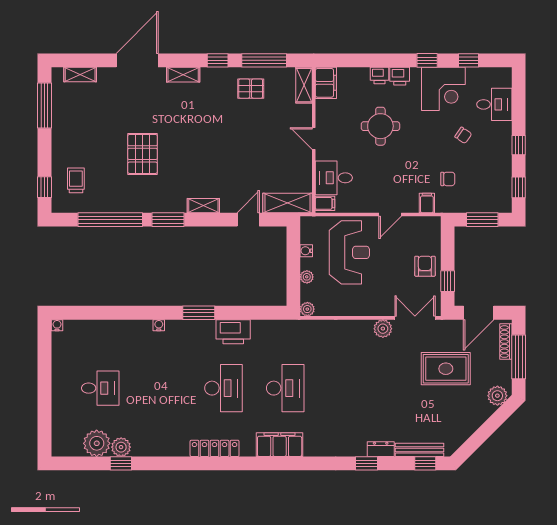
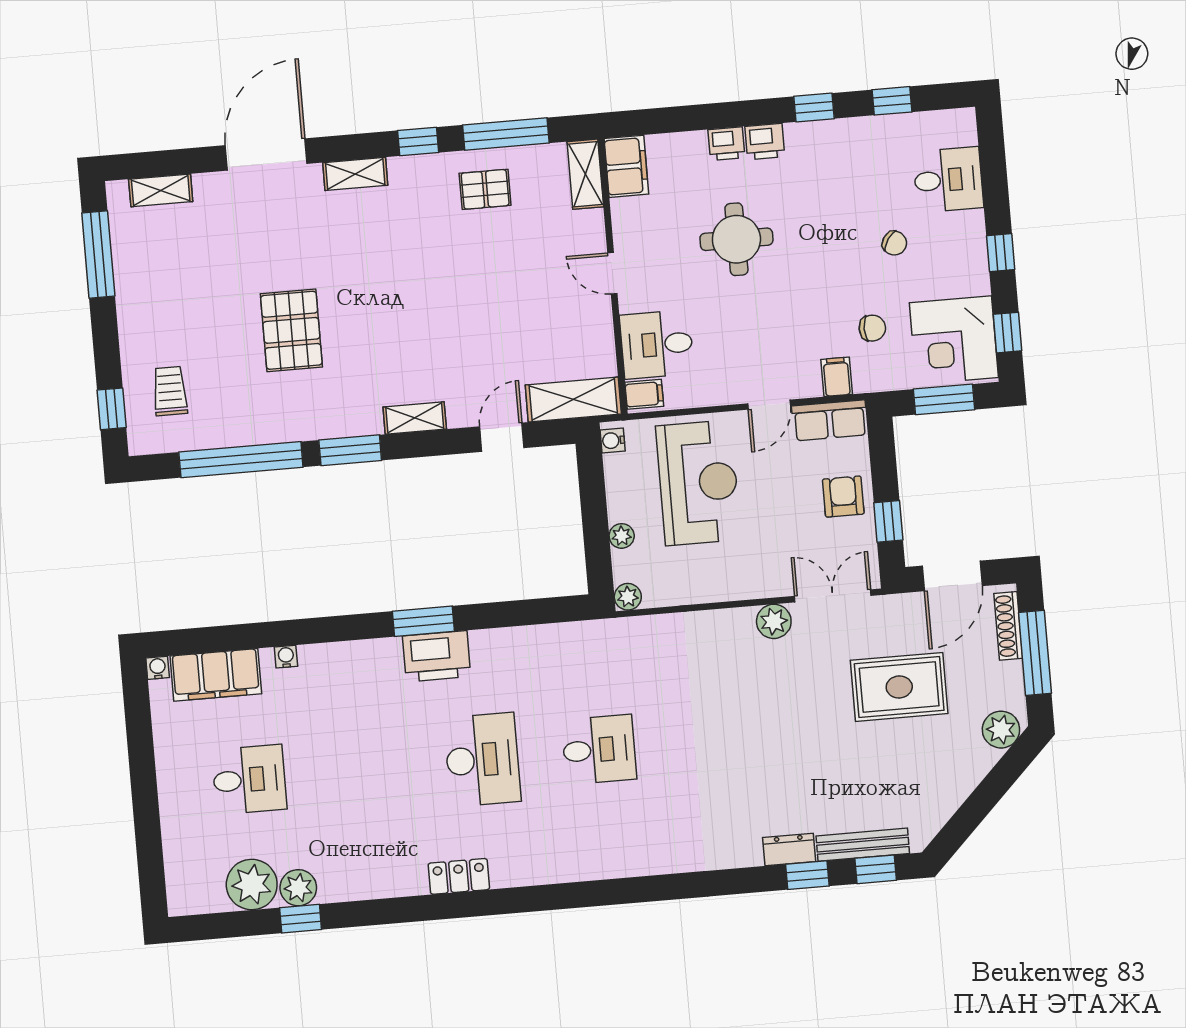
corner desk: (443, 89) -> (954, 340), moved, turned 90
row of seats: (421, 226) -> (830, 420), added
water cooler: (306, 251) -> (613, 440), moved
water cooler: (159, 325) -> (286, 657), moved
printer: (233, 332) -> (437, 656), moved
desk: (285, 388) -> (599, 750), width x0.73
filing cabinet: (280, 445) -> (216, 675), moved, turned 180
locker: (215, 448) -> (459, 876), width x0.66
window: (367, 463) -> (807, 875), moved

